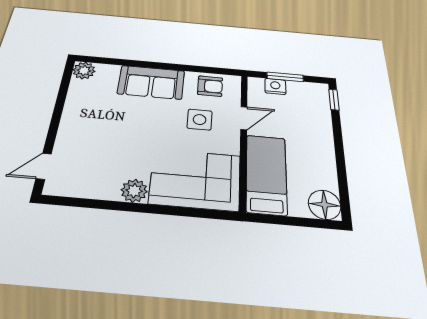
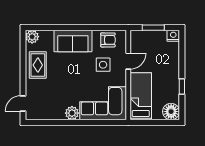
nightstand: (275, 86) -> (173, 36), moved
window: (334, 100) -> (182, 86), moved
rug: (85, 110) -> (38, 65), added

